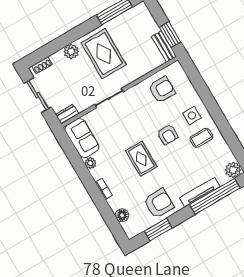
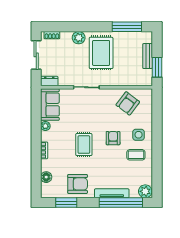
bench: (164, 46) -> (148, 56), moved
armchair: (162, 90) -> (128, 103), turned 127
armchair: (168, 134) -> (113, 138), turned 180

